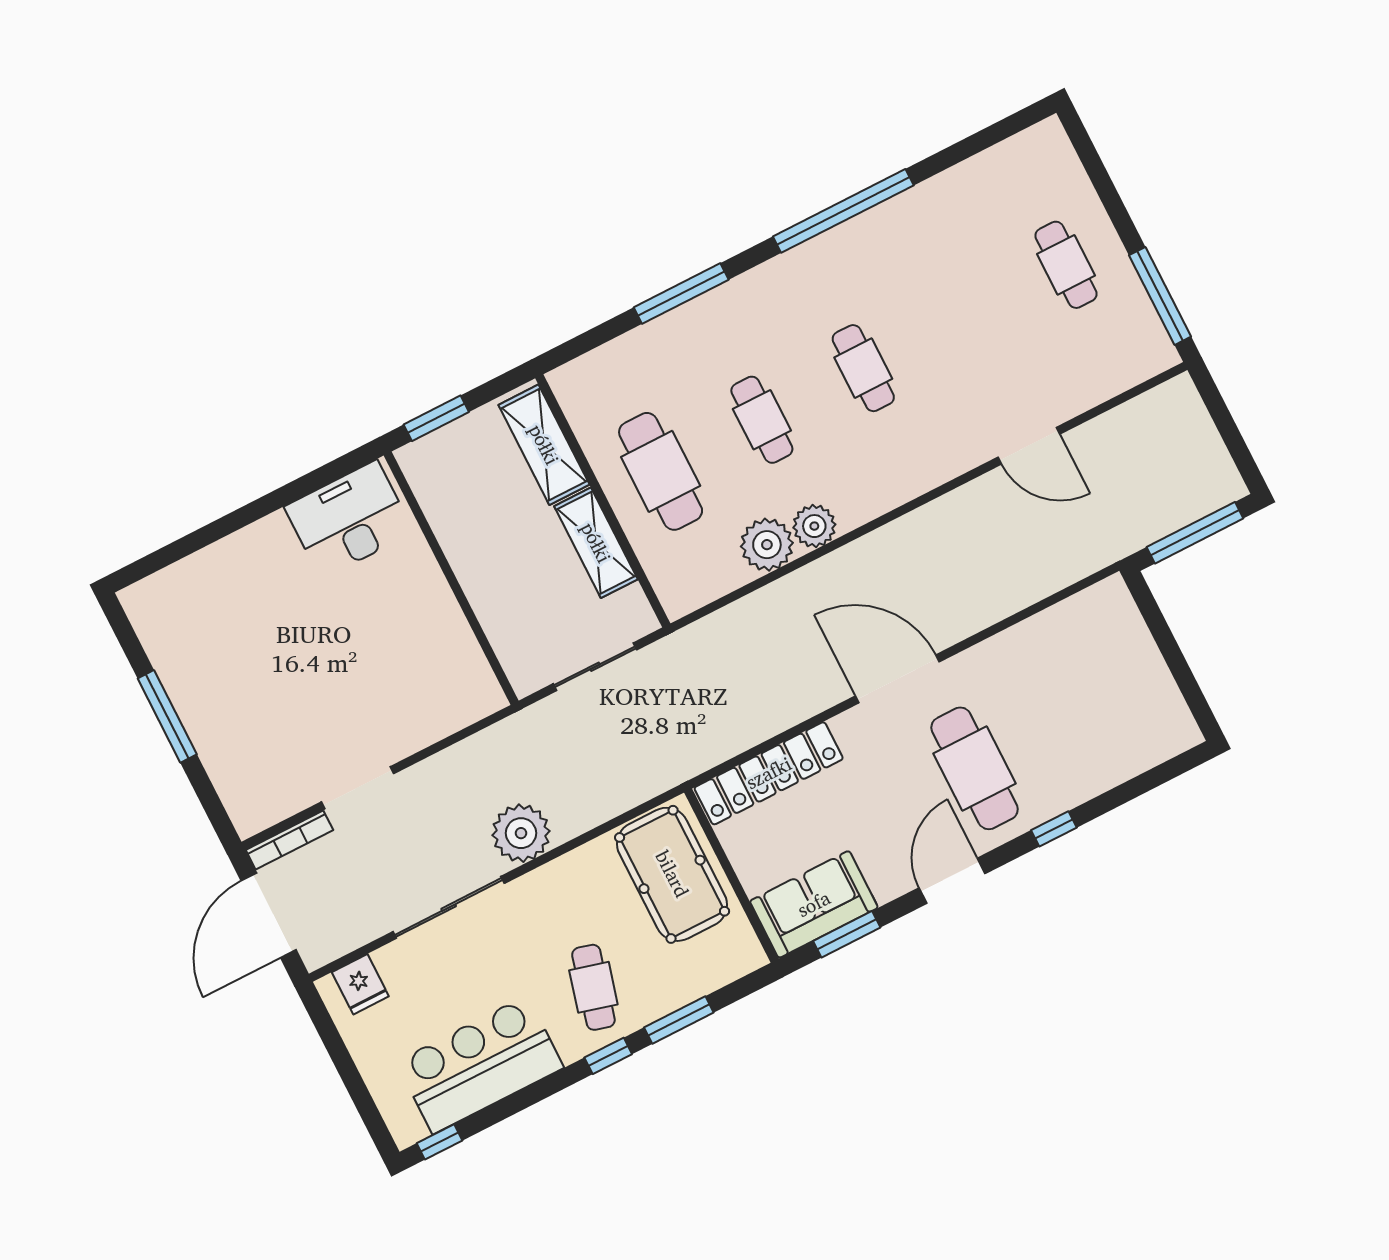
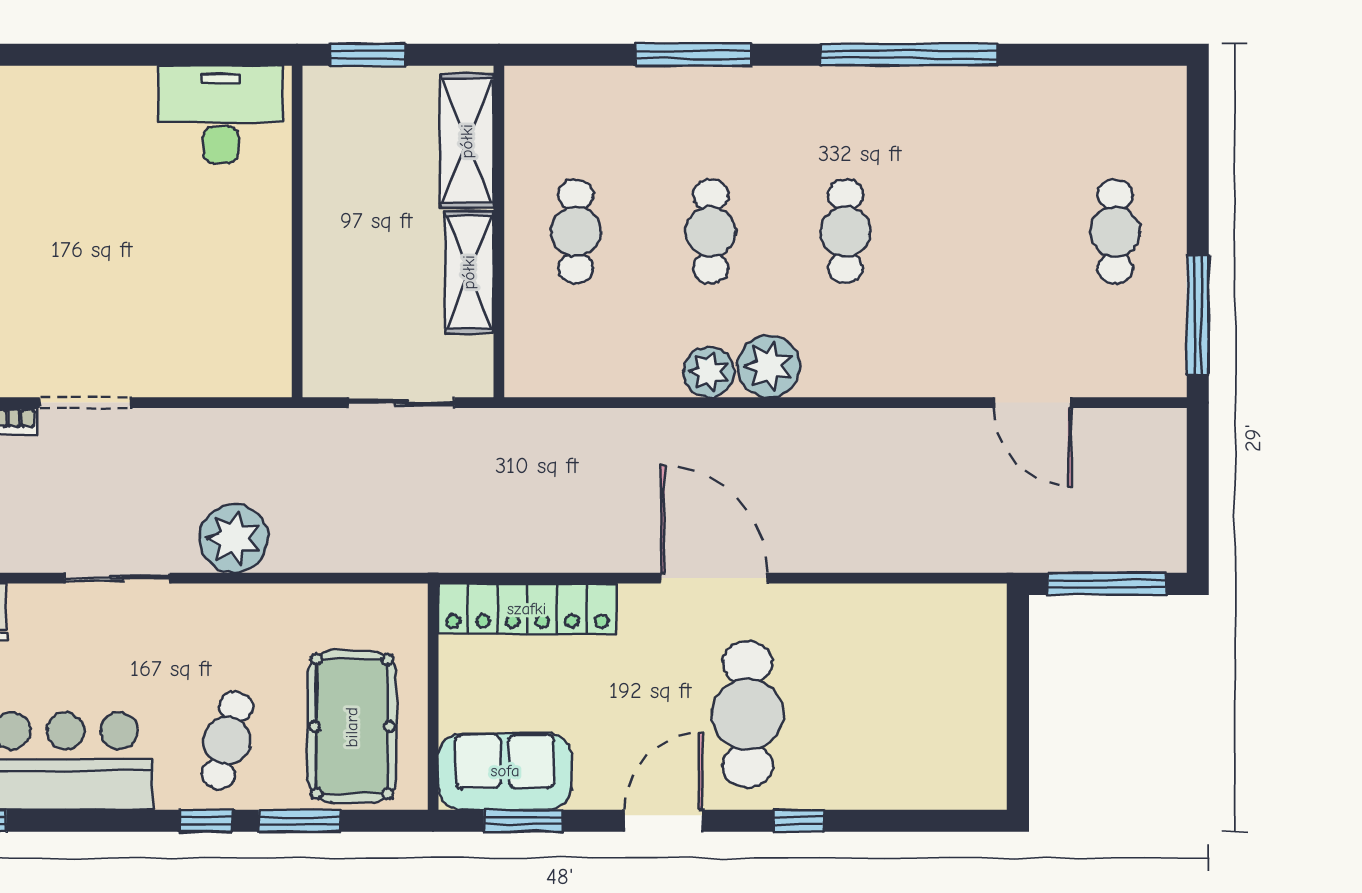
door: (1029, 446) -> (1033, 403), moved
cafe table: (661, 471) -> (576, 232), width x0.73, depth x0.74
plant: (767, 545) -> (769, 366), moved
pool table: (672, 874) -> (352, 727), moved
sliding door: (449, 907) -> (117, 578), width x0.73

